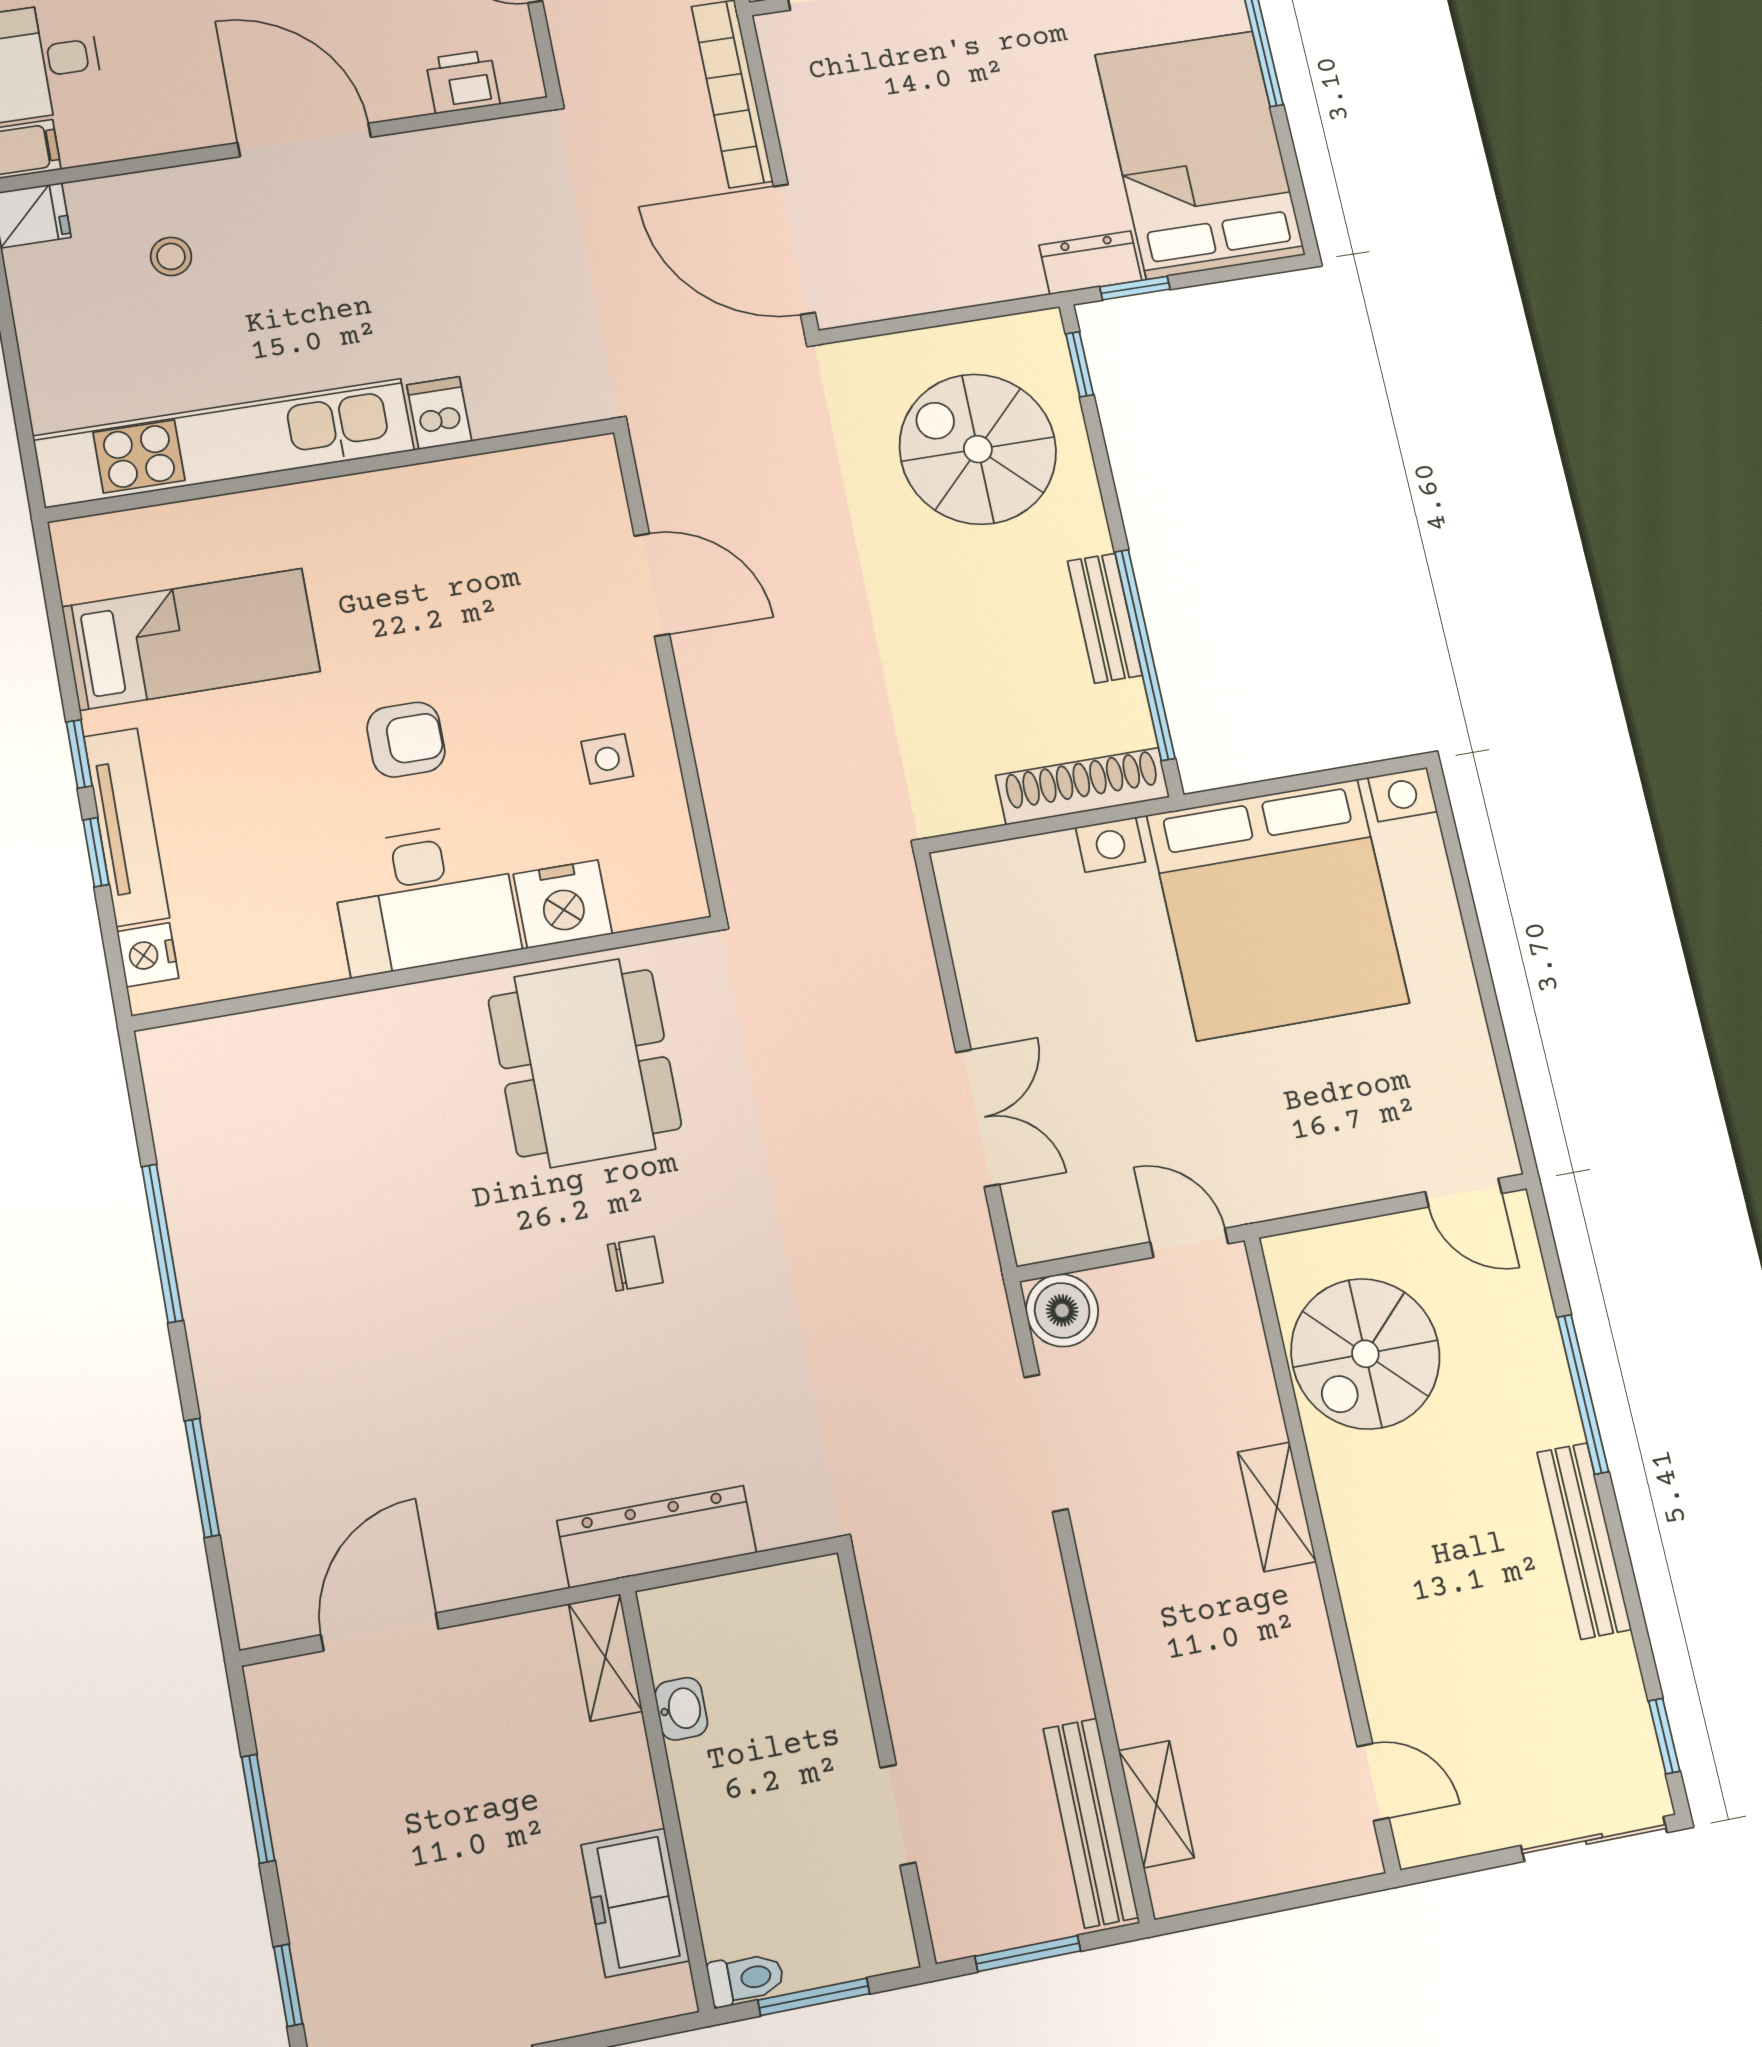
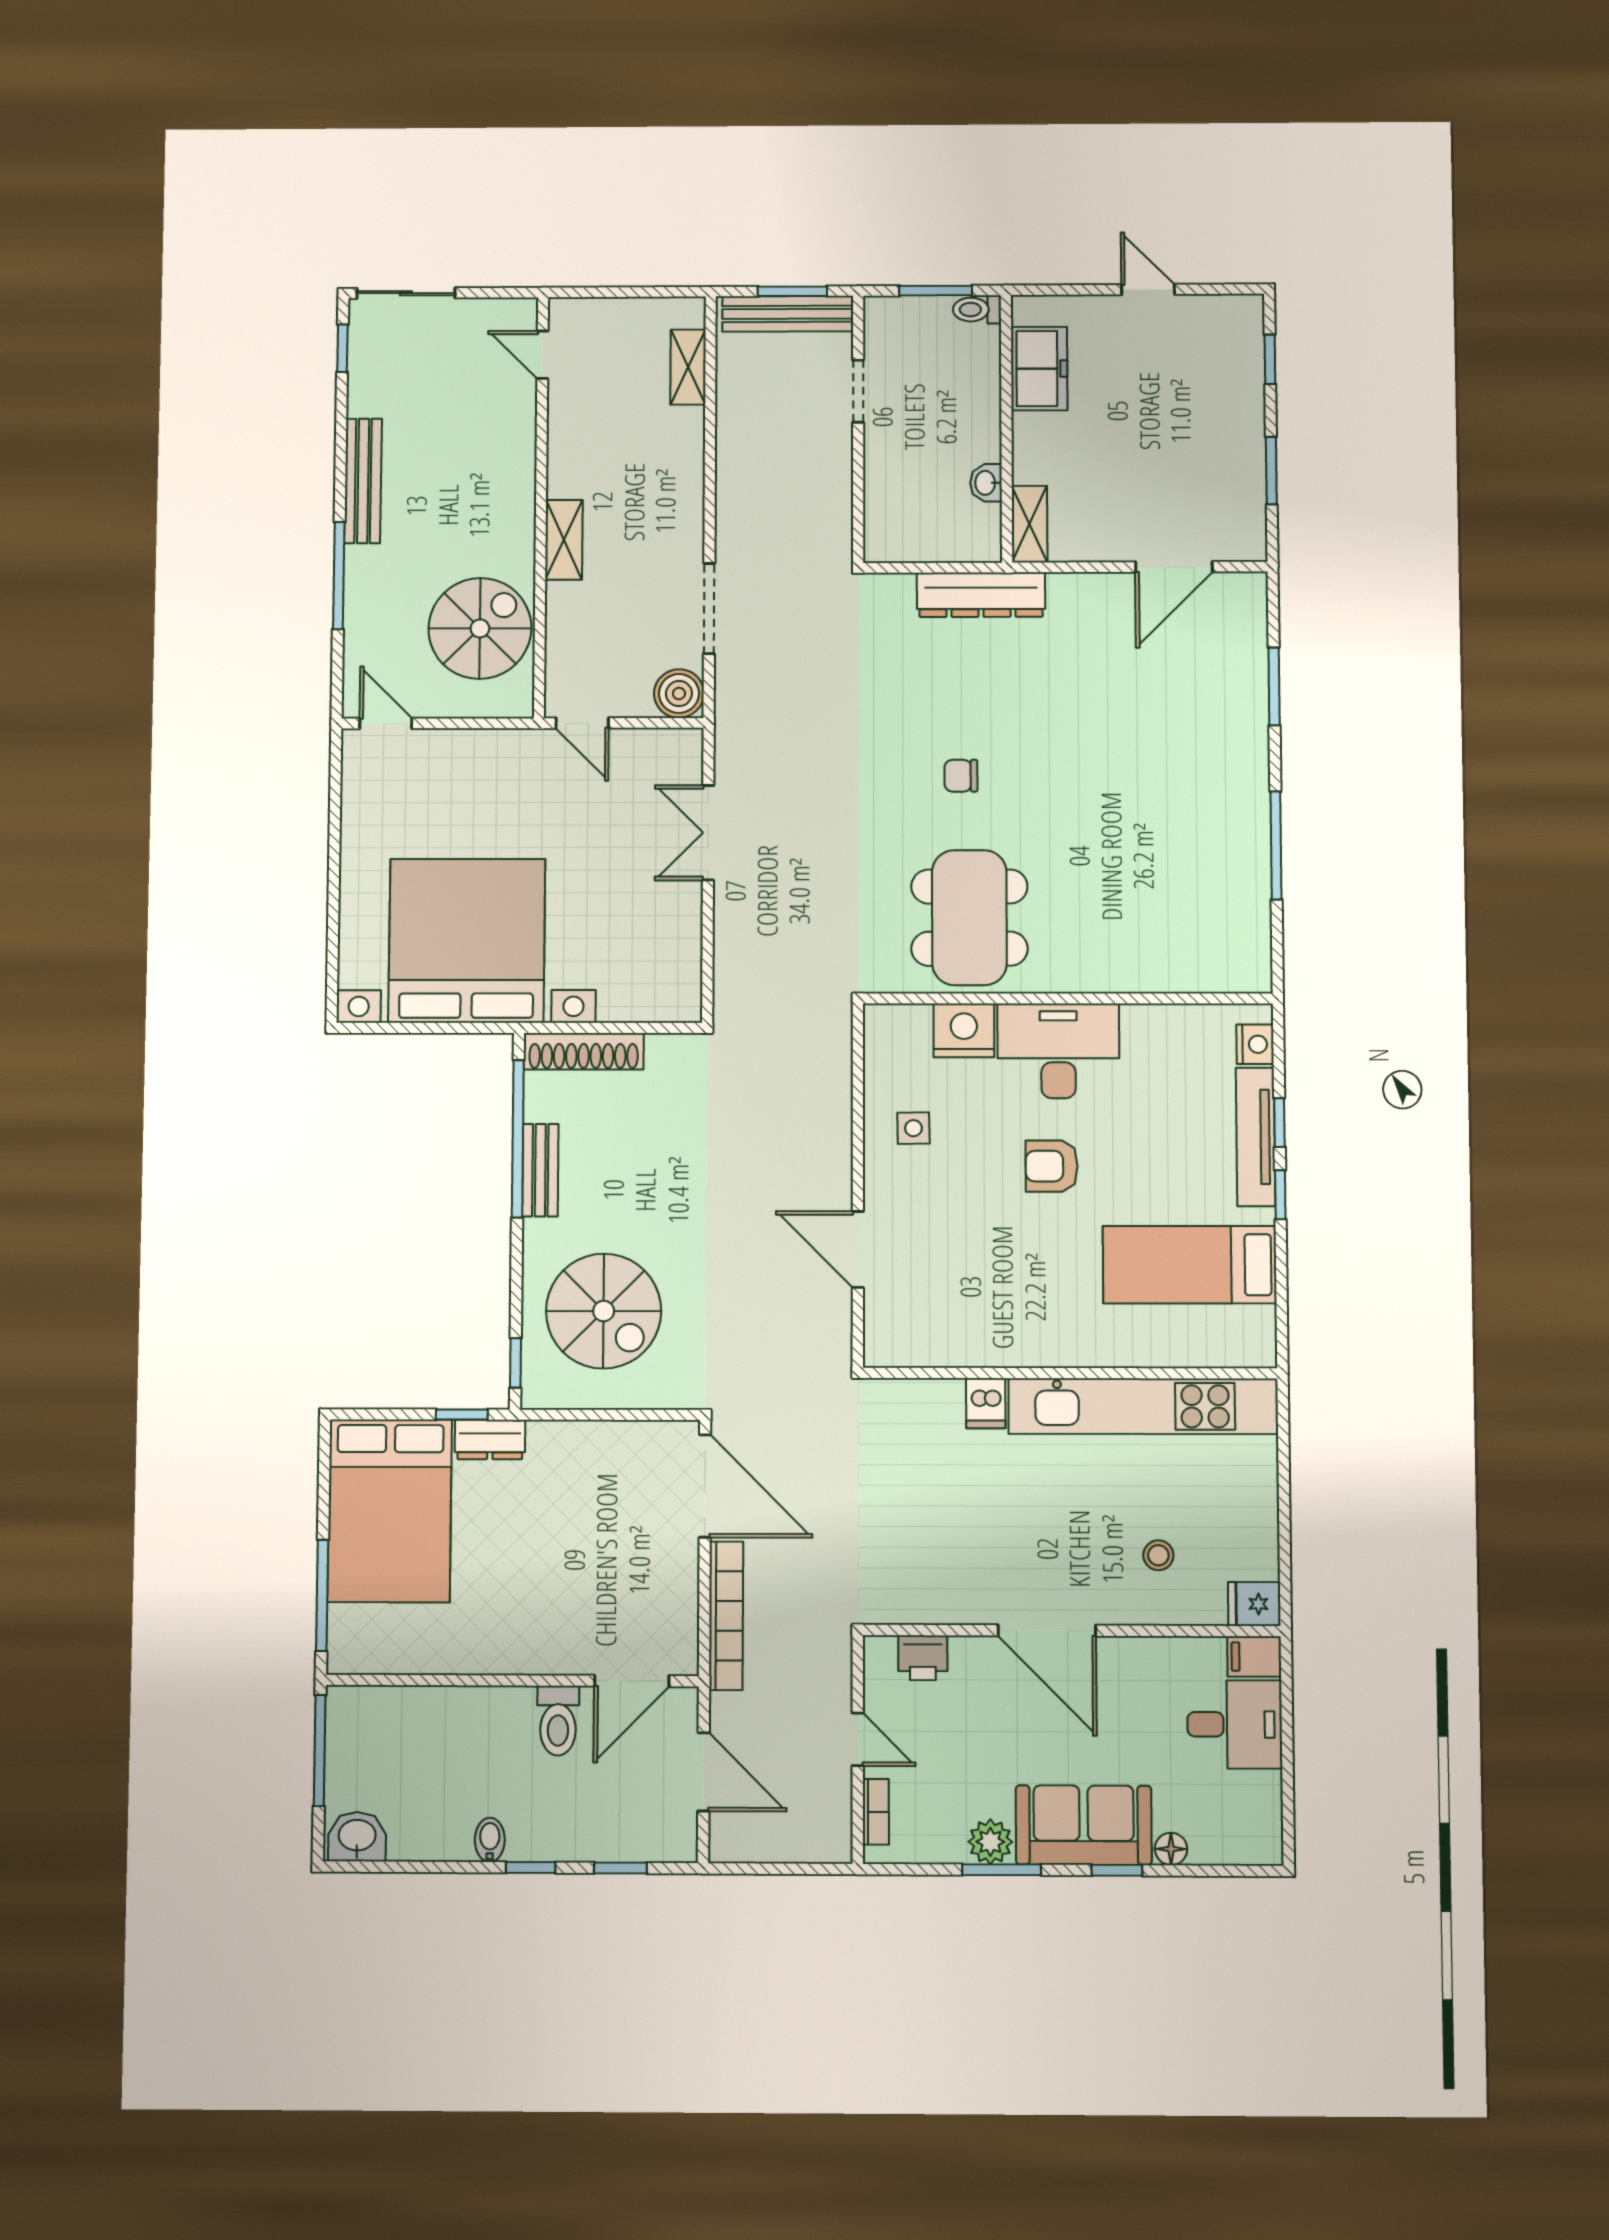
bench: (1091, 1823) -> (788, 314), moved, turned 90

